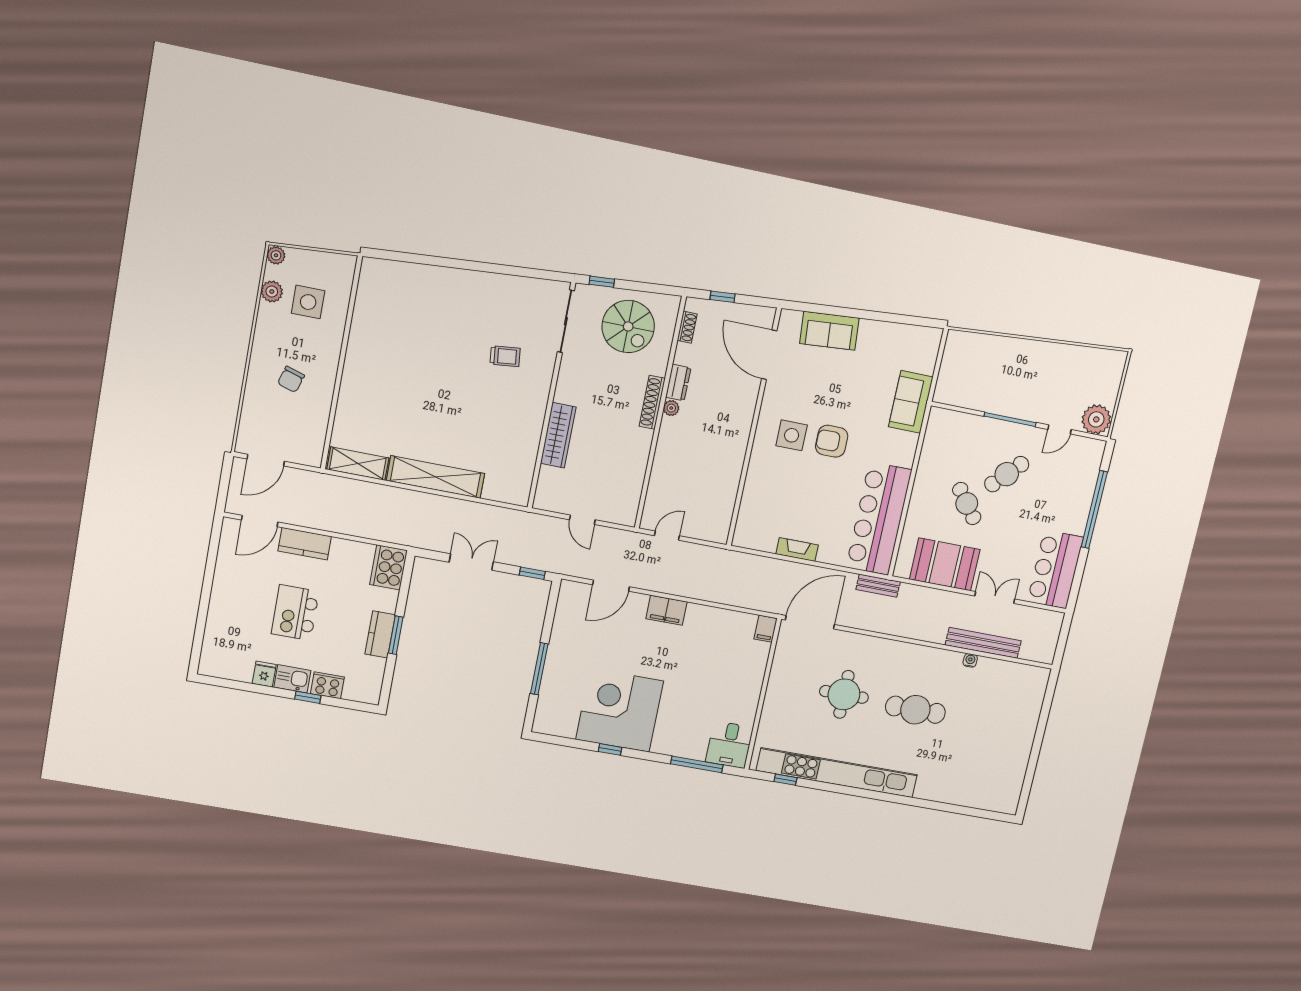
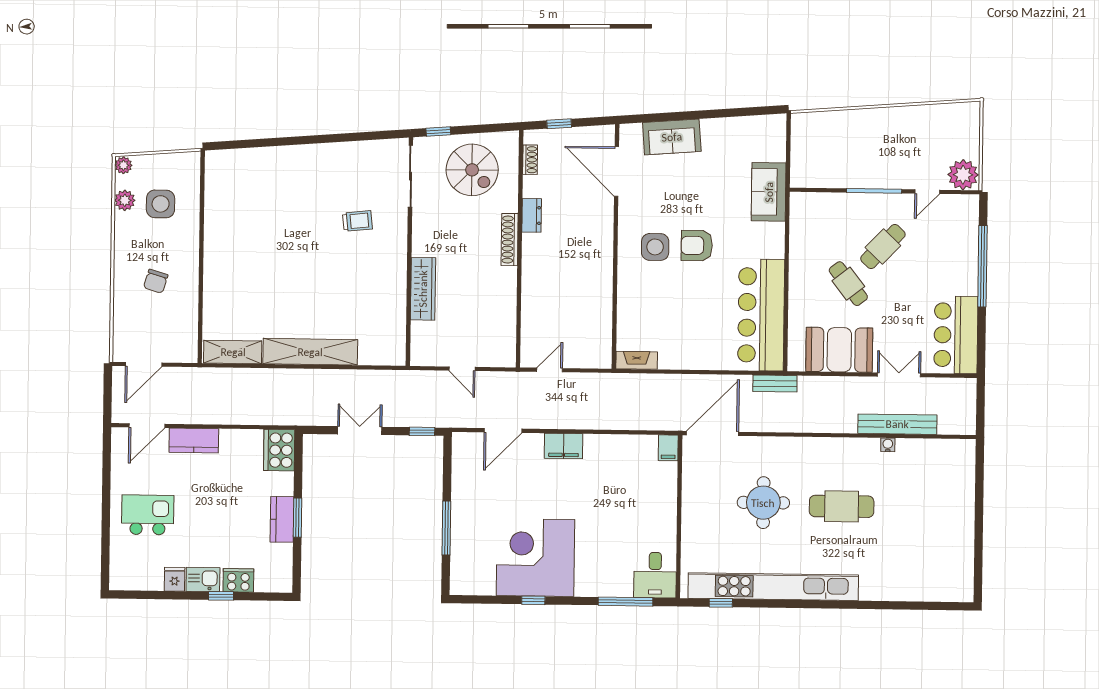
plant: (671, 408) -> (530, 242), removed
fireplace: (797, 549) -> (637, 360), moved
kitchen island: (295, 613) -> (148, 515), moved, turned 90

